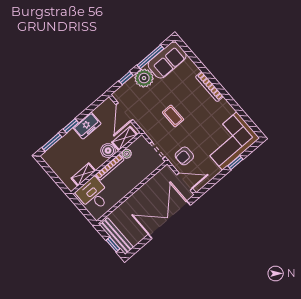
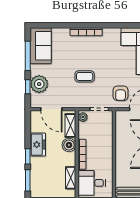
plant: (144, 78) -> (39, 84), moved
plant: (127, 154) -> (83, 117), moved

